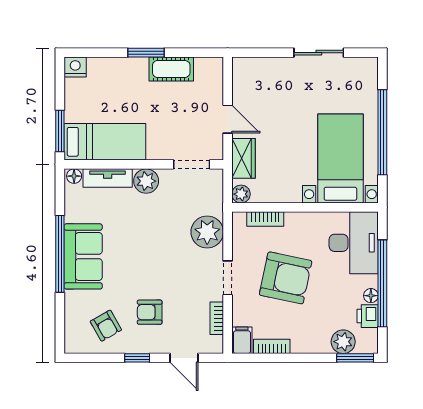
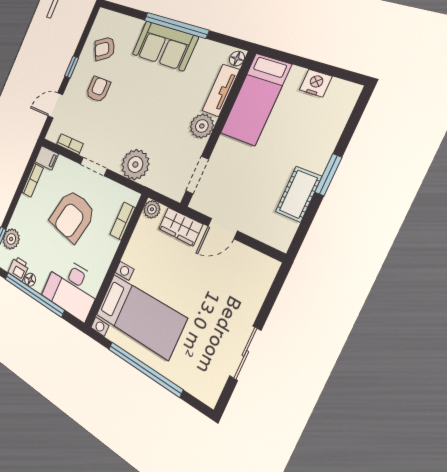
nightstand: (75, 67) -> (316, 83), moved, turned -90
window: (60, 131) -> (287, 58), removed

